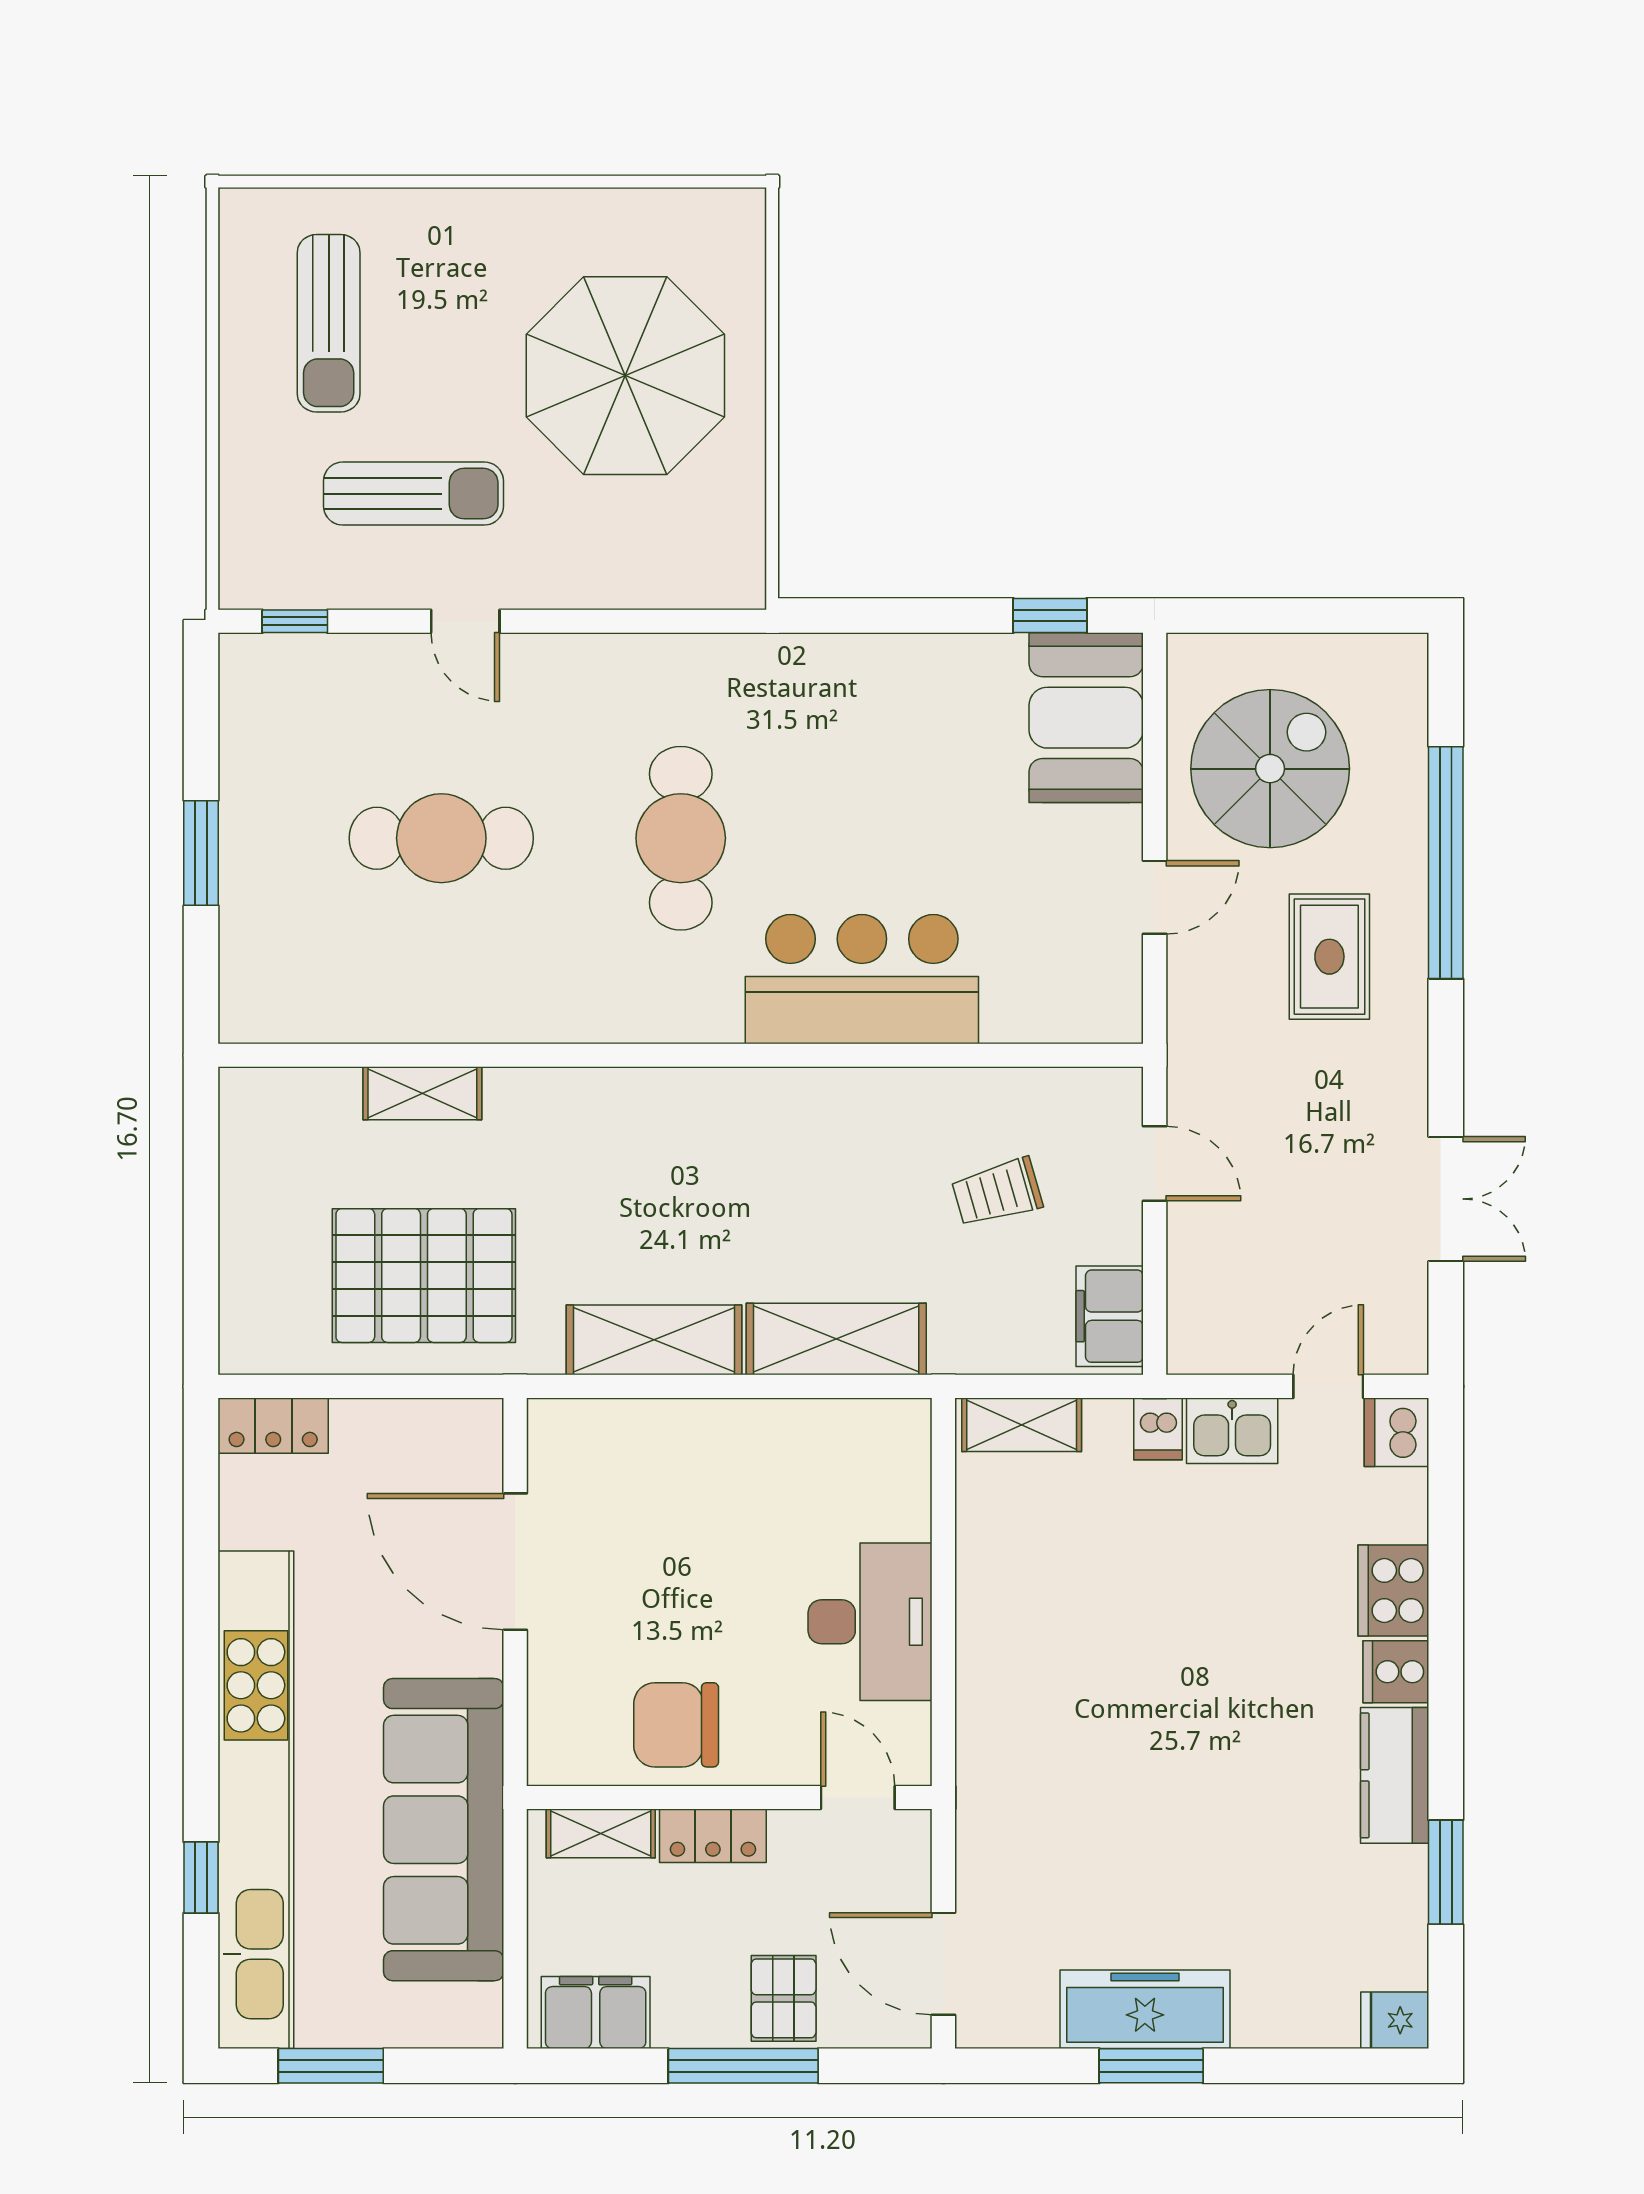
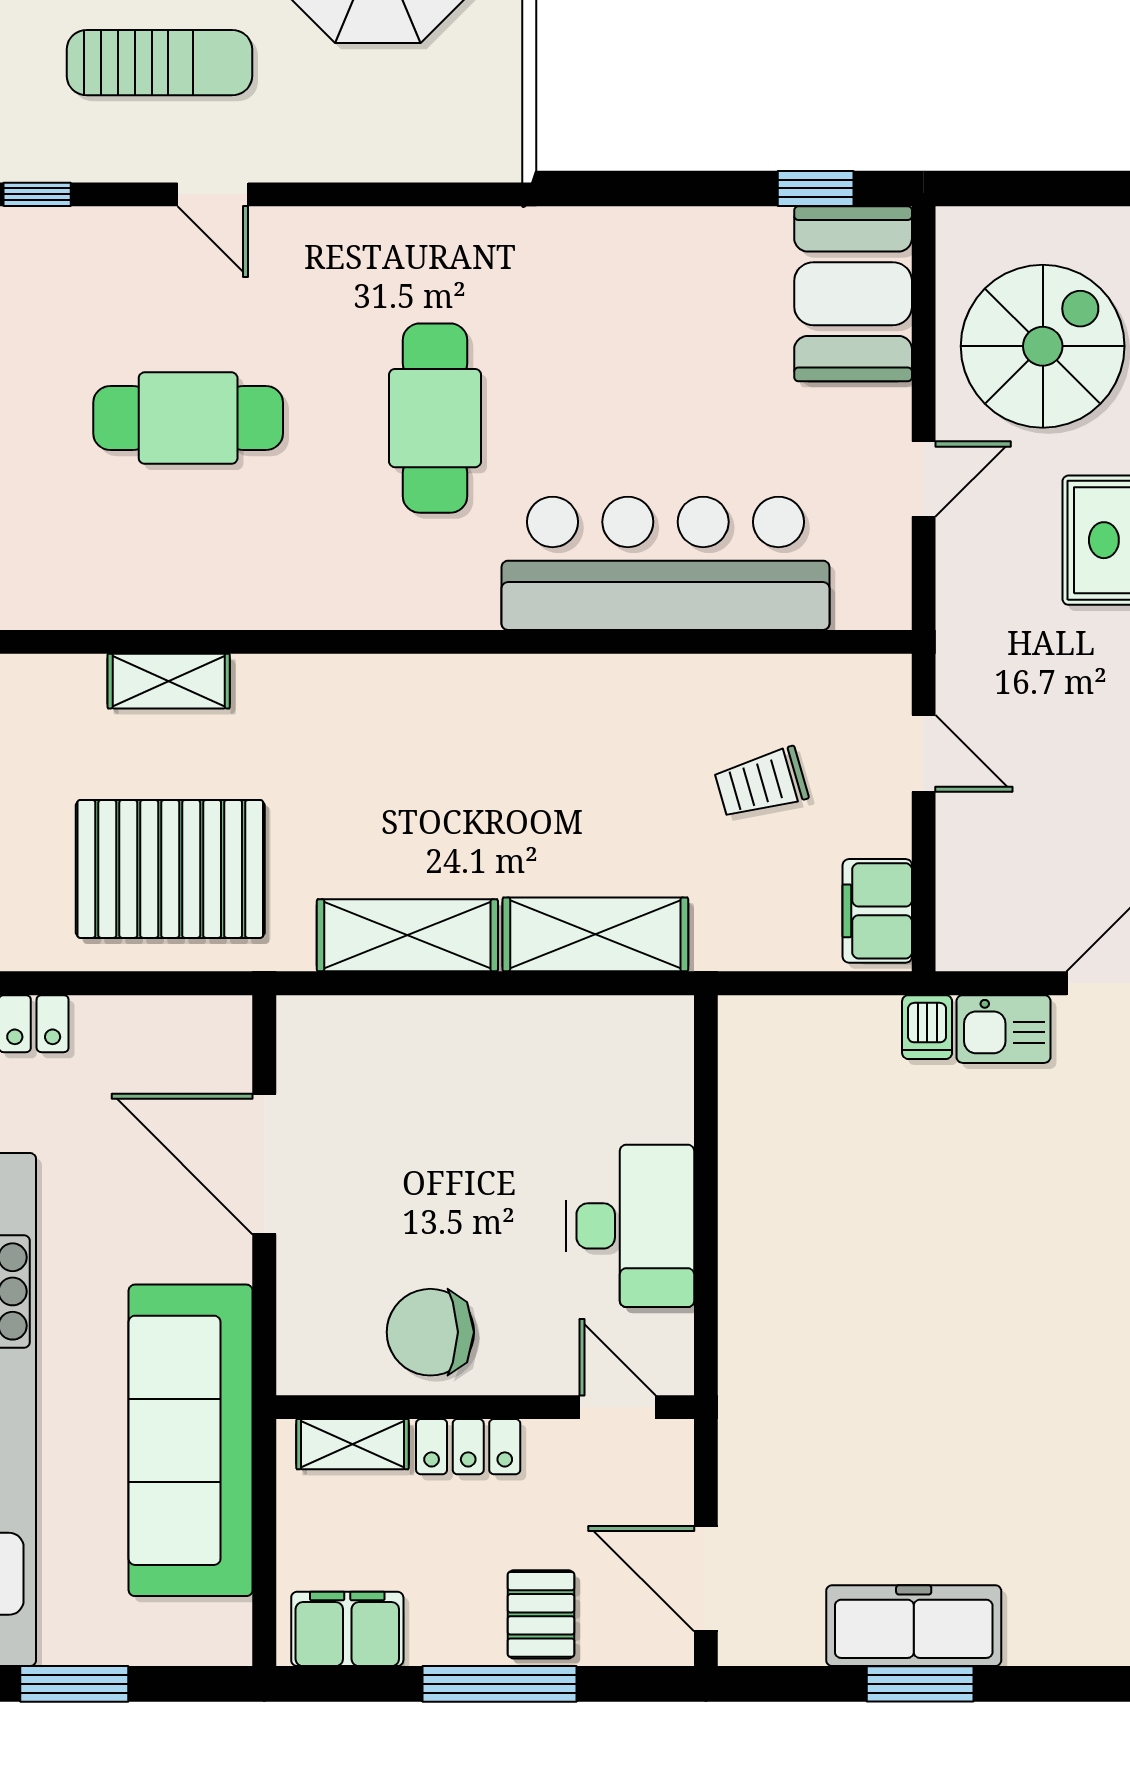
bar counter: (862, 979) -> (665, 563), width x1.36
shelving: (1022, 1425) -> (786, 1023), removed

